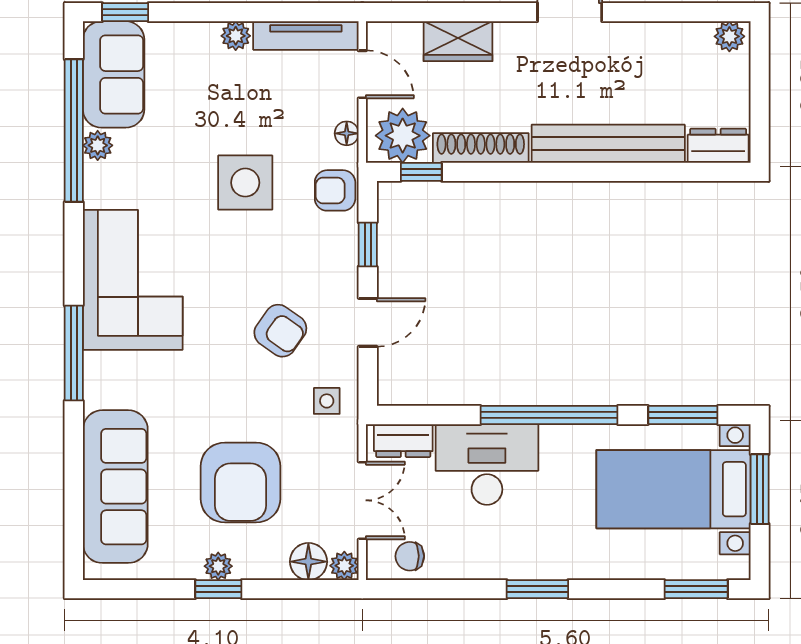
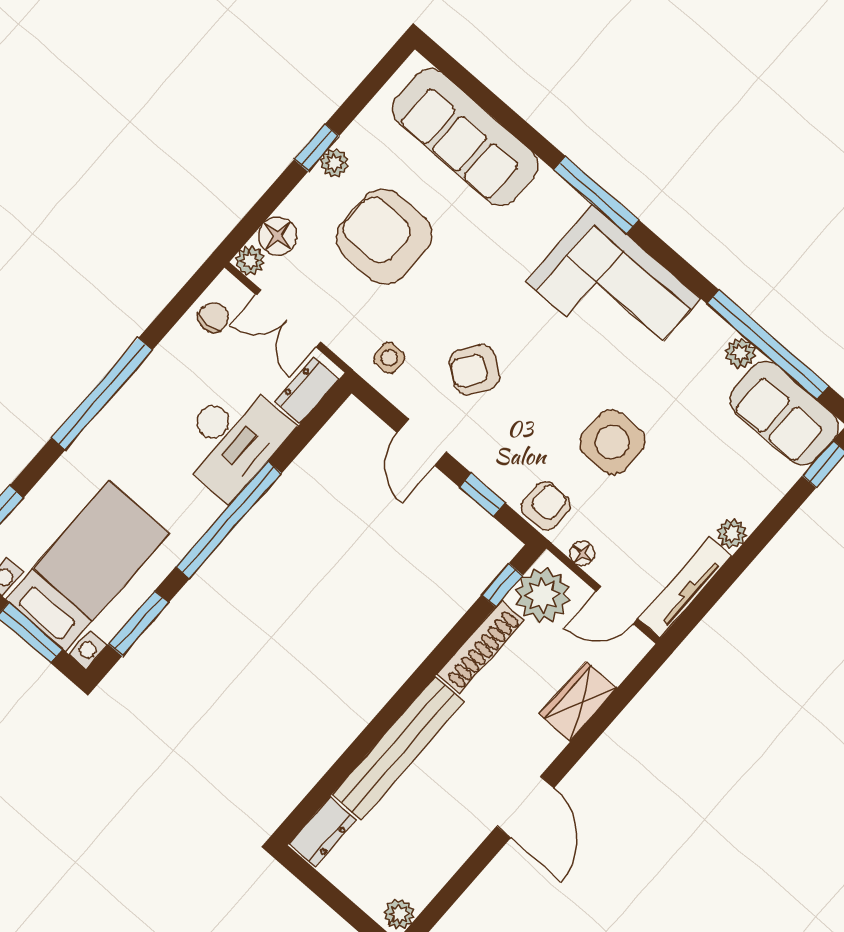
window: (537, 589) -> (102, 394), width x2.11

